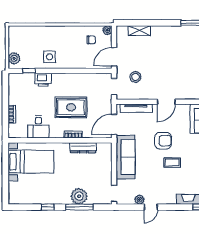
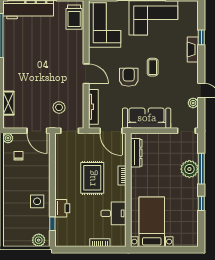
dresser: (83, 148) -> (136, 153), moved

